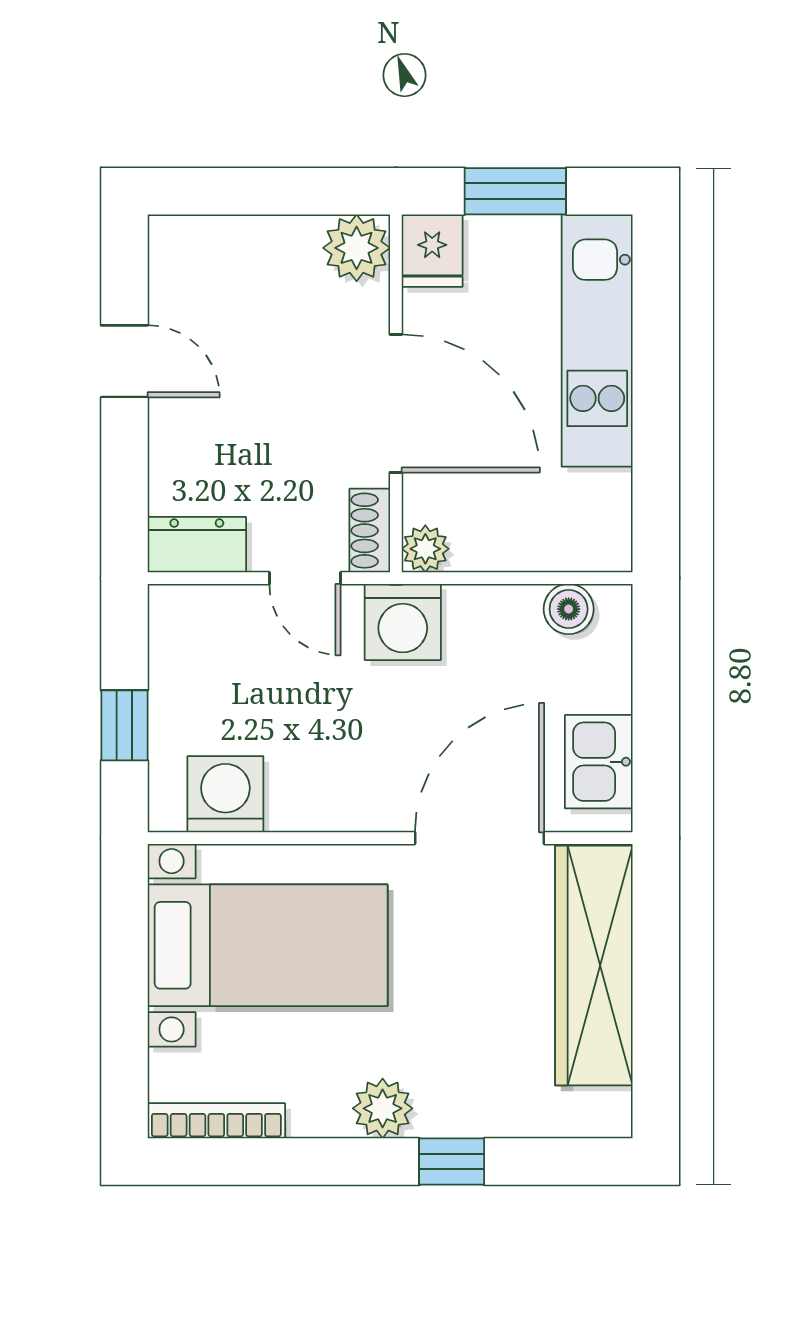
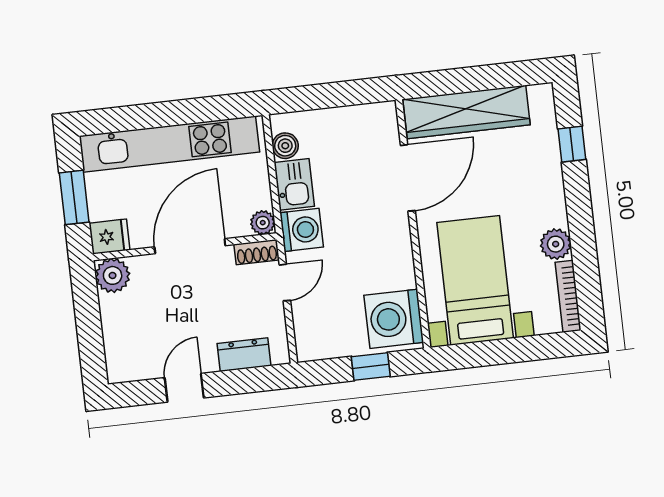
kitchen unit: (597, 340) -> (169, 144), width x1.36
dresser: (197, 545) -> (244, 355), moved, turned 90
kitchen sink: (599, 762) -> (294, 184), moved, turned -90
washing machine: (225, 794) -> (394, 319), width x1.37, depth x1.37
door: (479, 838) -> (408, 178), swing flipped
plant: (383, 1108) -> (556, 244), moved
window: (452, 1162) -> (572, 144), moved

